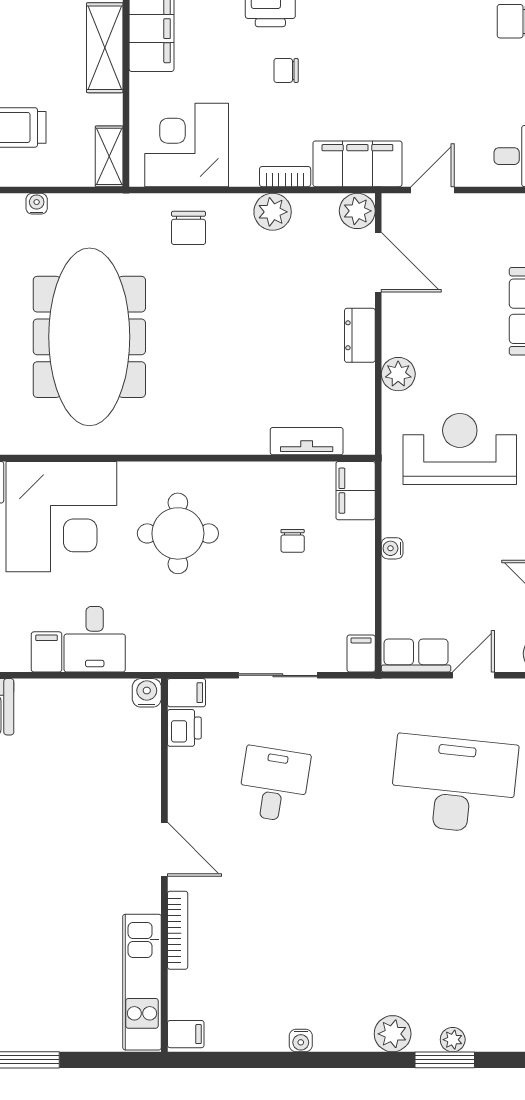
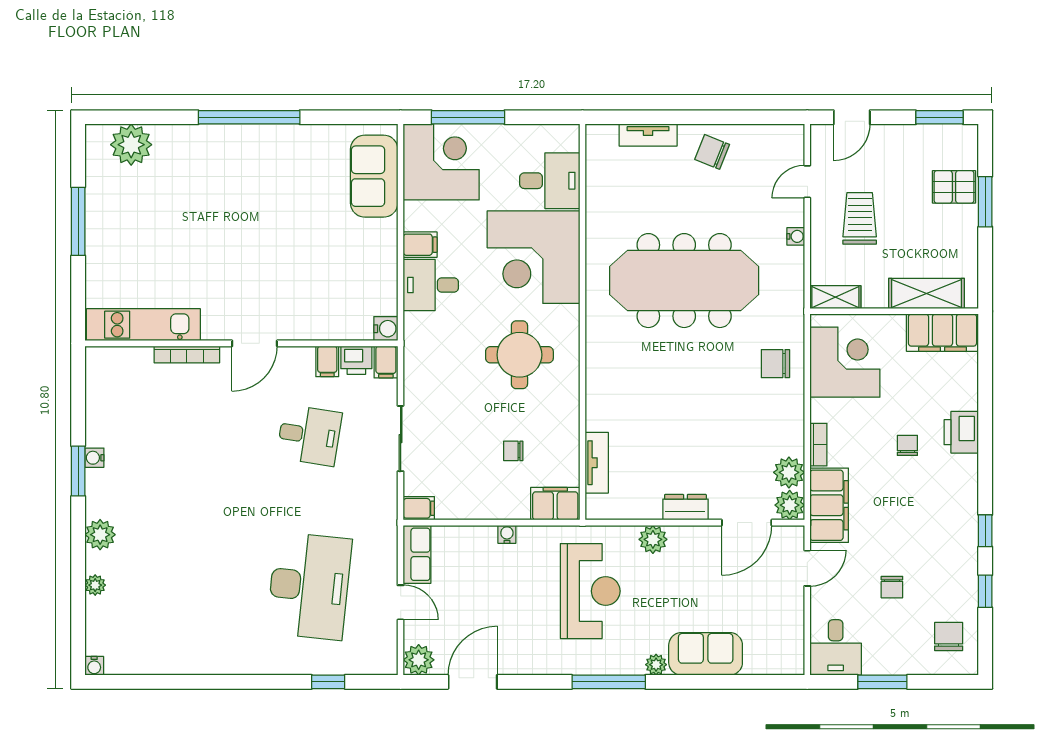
chair: (455, 89) -> (892, 587), added
door: (433, 190) -> (807, 568), hinge flipped
plant: (273, 212) -> (789, 472), moved
filing cabinet: (186, 1034) -> (327, 361), moved
window: (445, 1060) -> (78, 471), moved

